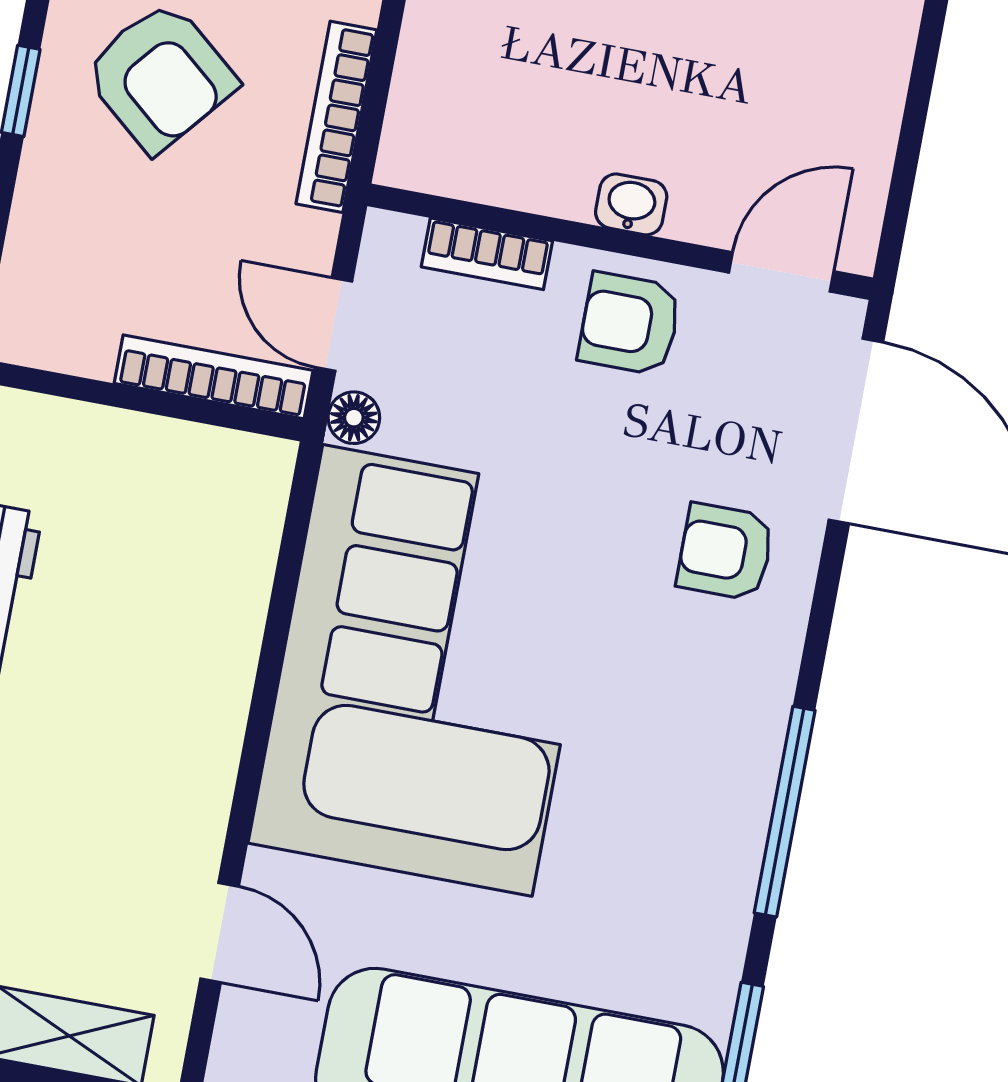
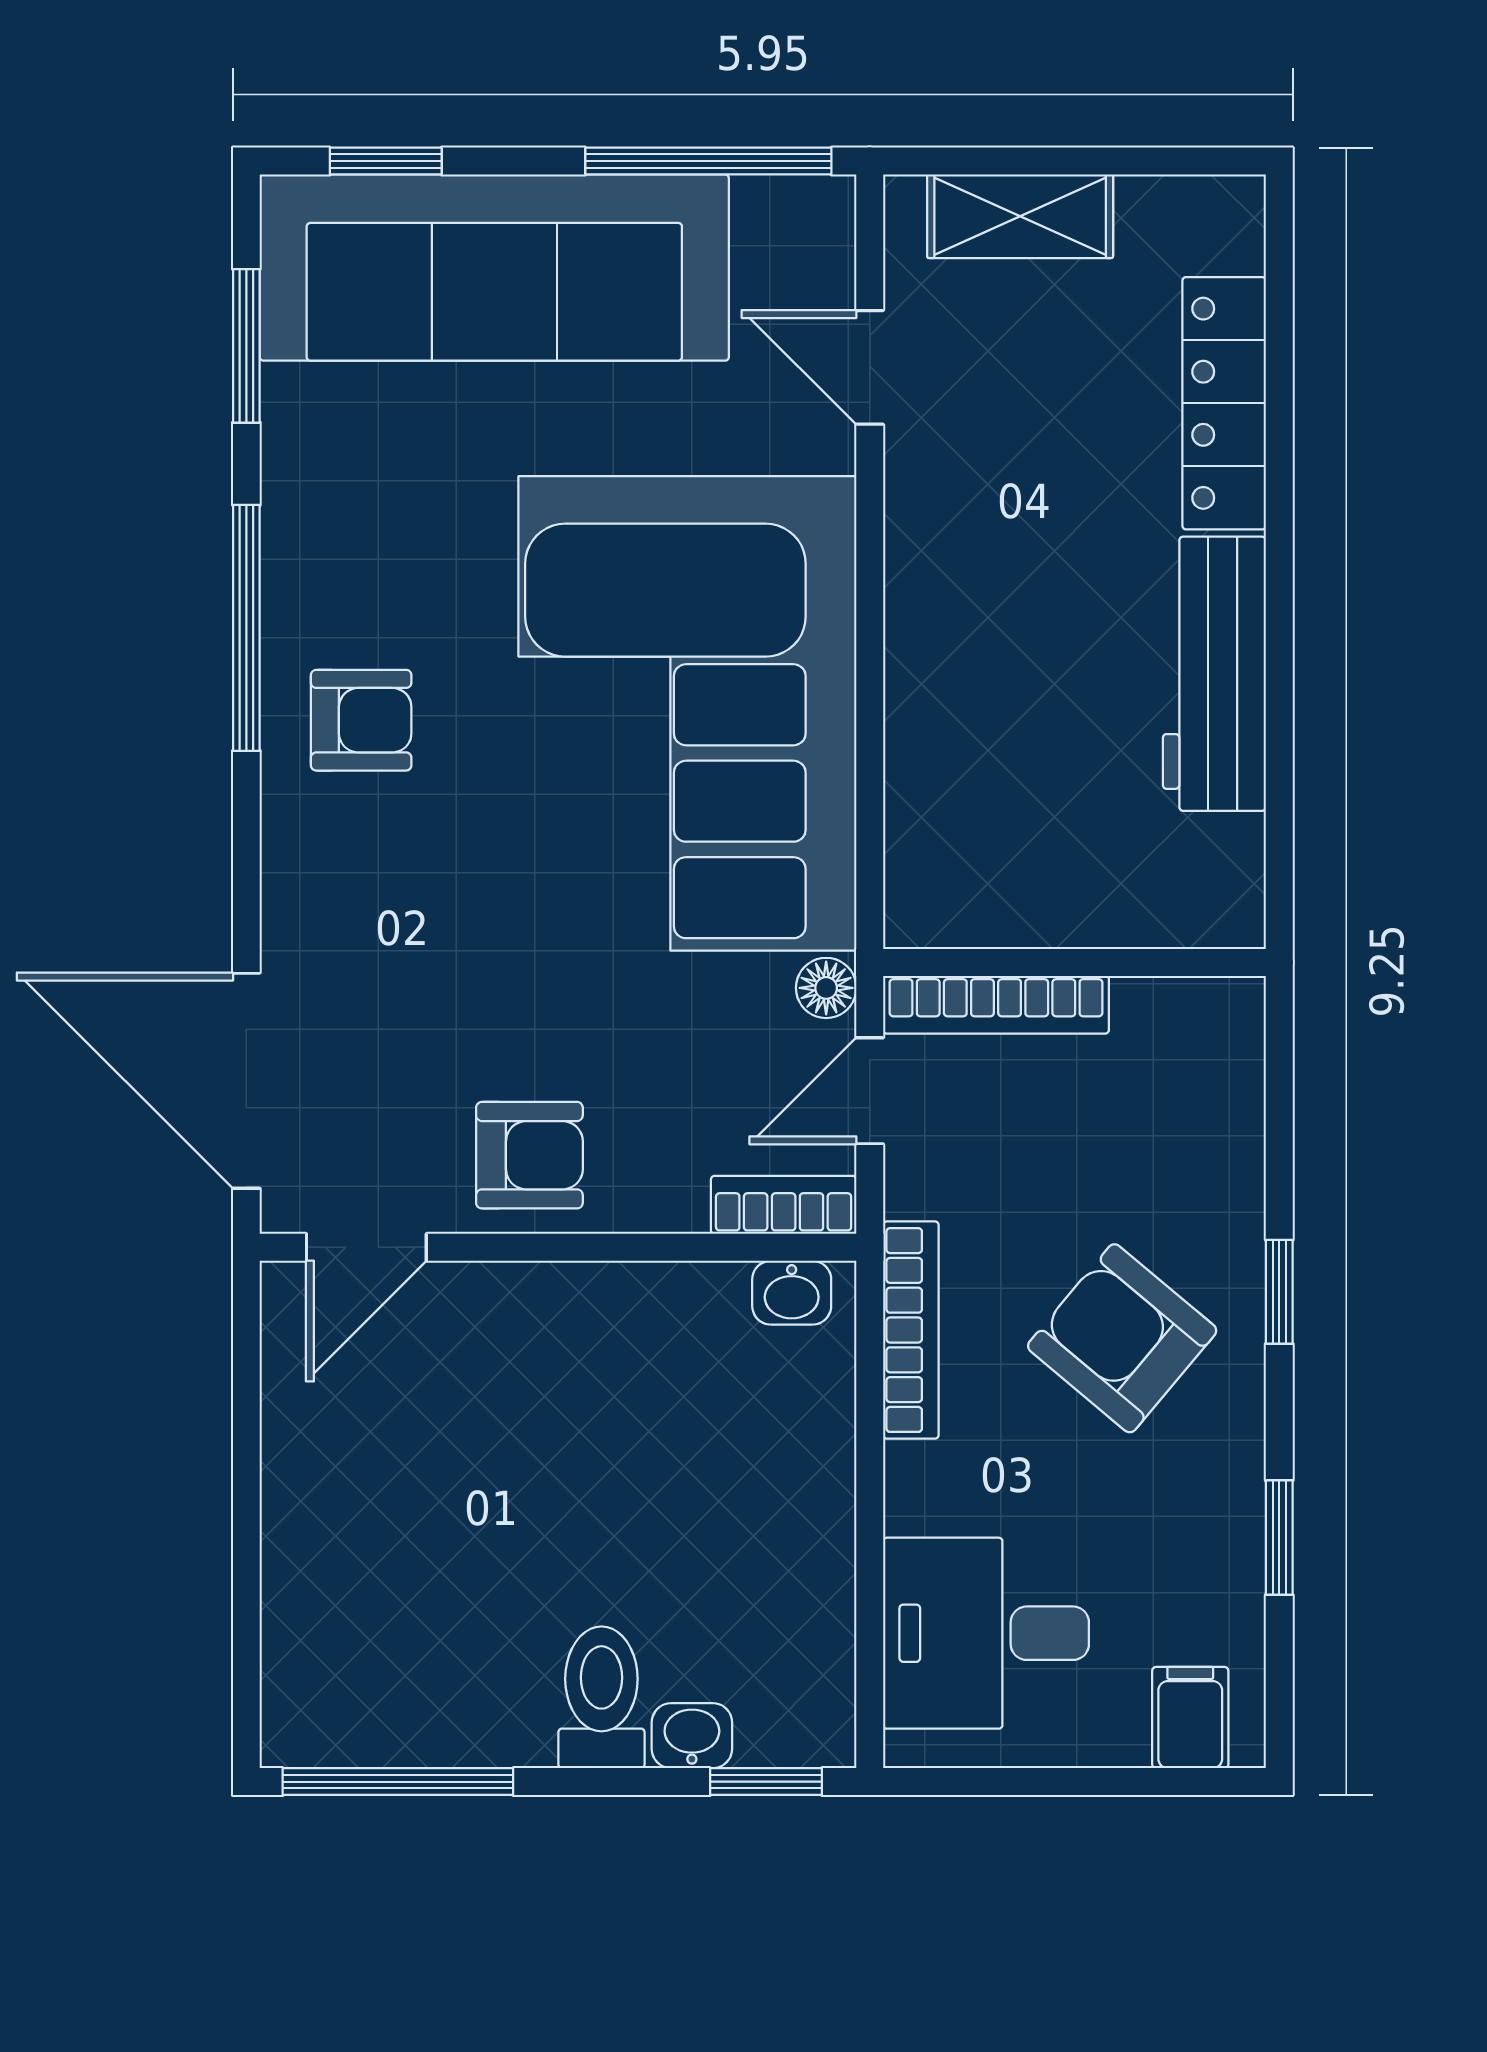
washbasin: (631, 204) -> (792, 1293), moved
bookcase: (487, 254) -> (784, 1205), moved
door: (333, 324) -> (870, 1091), swing flipped
armchair: (725, 552) -> (361, 720), moved

